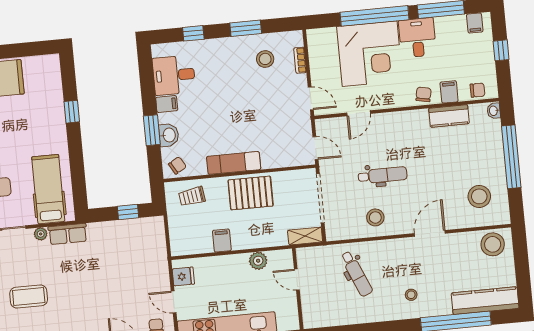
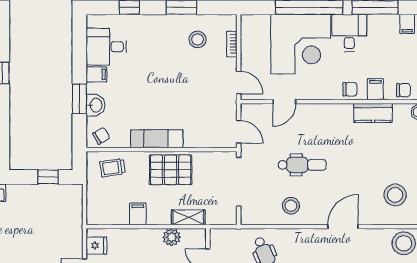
chair: (424, 94) -> (350, 89), turned 79
shelving: (305, 236) -> (188, 217), moved

